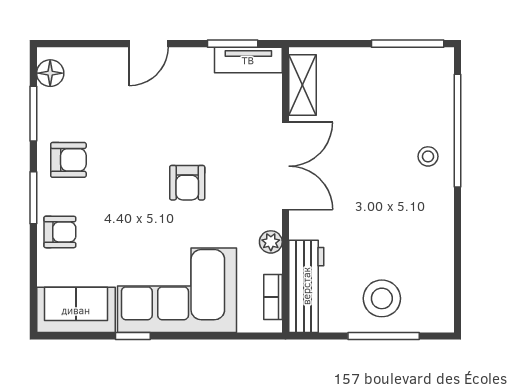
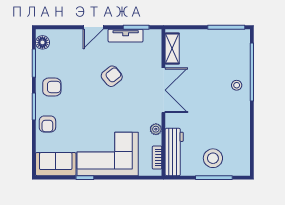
tv unit: (248, 60) -> (126, 36), moved
armchair: (187, 183) -> (112, 76), moved, turned -129
armchair: (60, 232) -> (47, 124), turned 90

